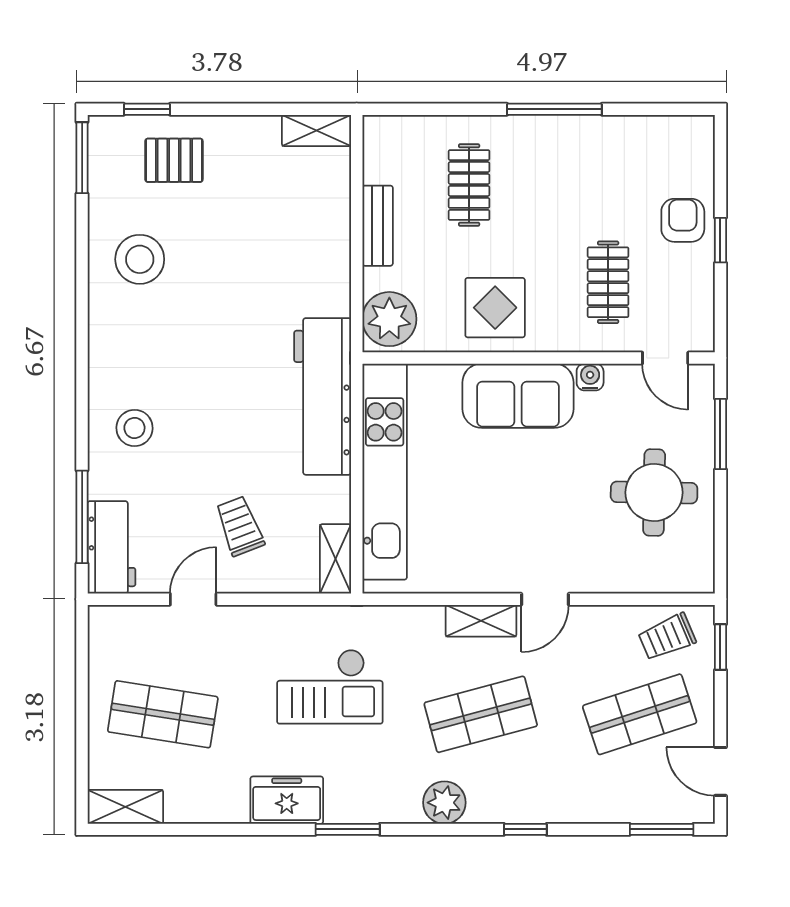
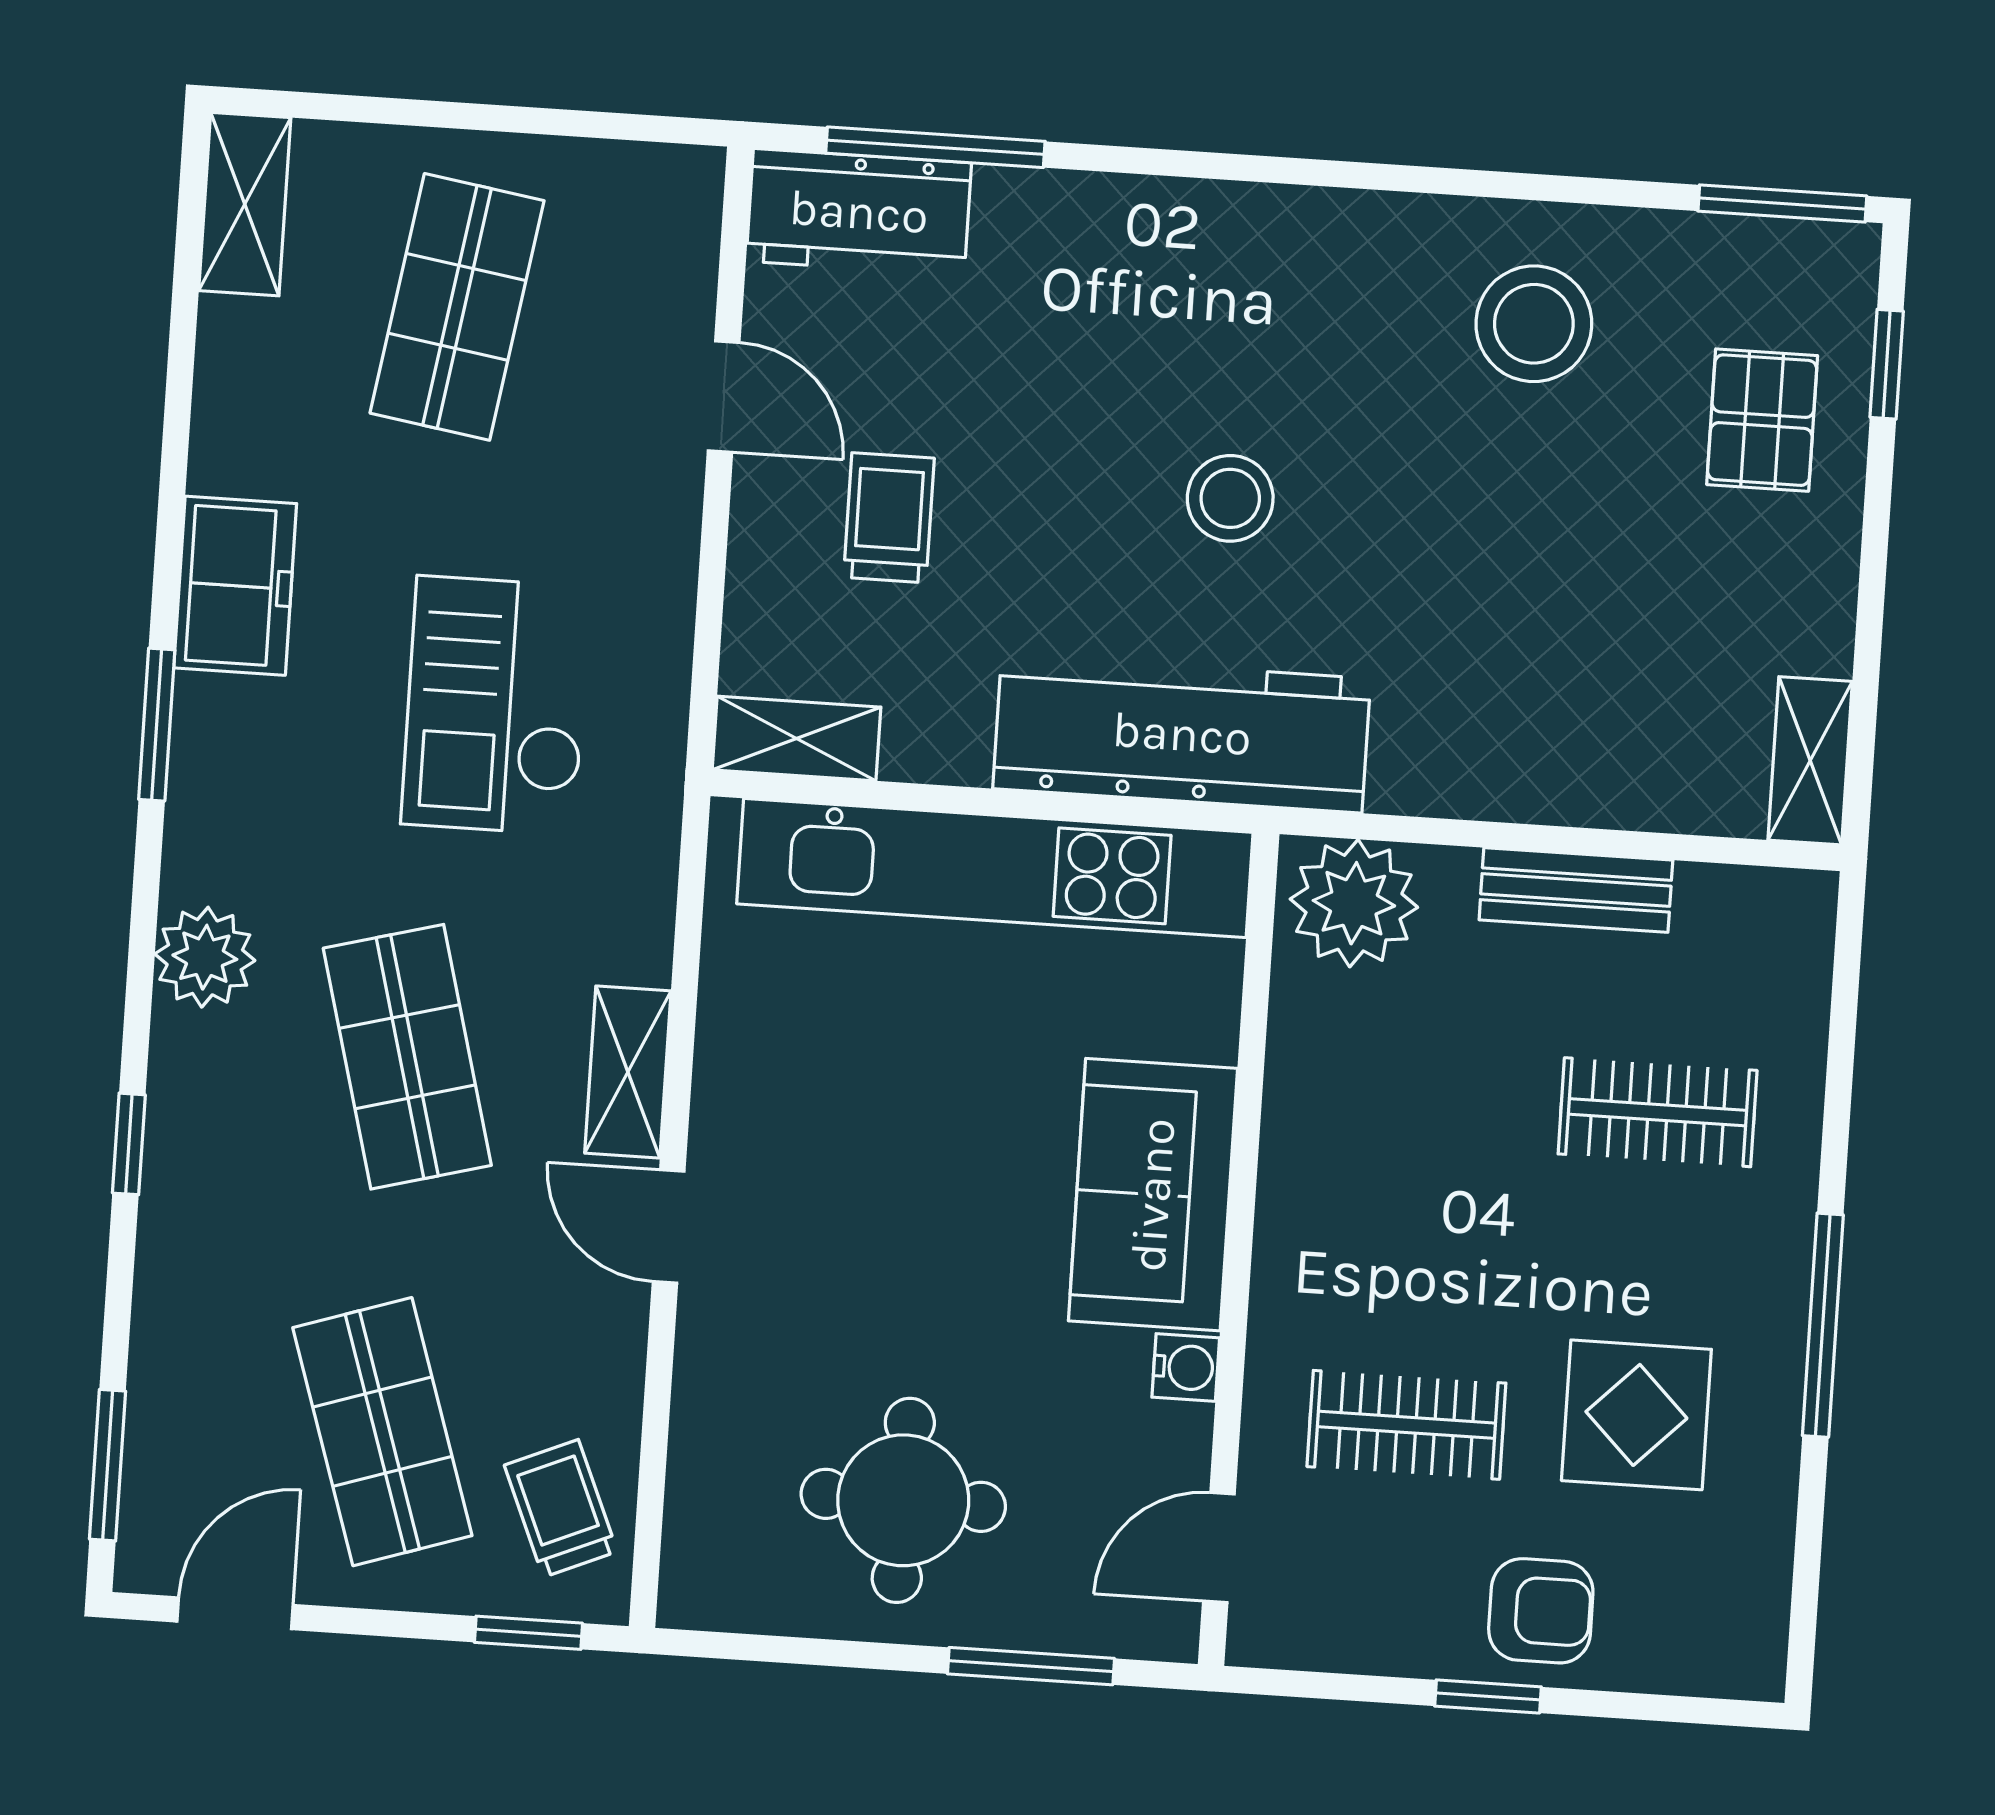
display table: (495, 308) -> (1636, 1415), moved
stool: (134, 428) -> (1230, 498), moved
trolley: (240, 526) -> (889, 518), turned -69

